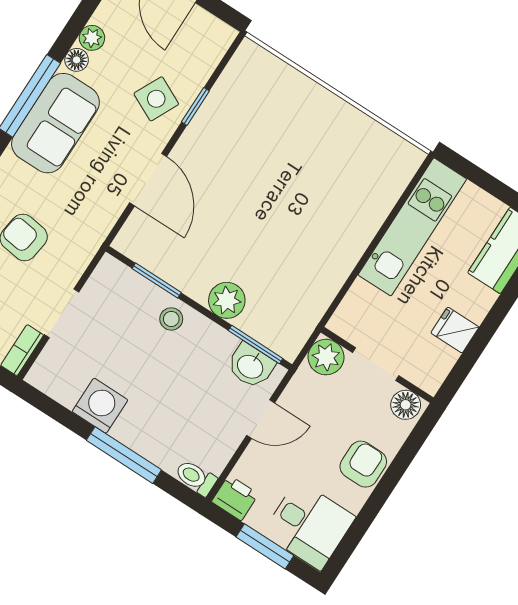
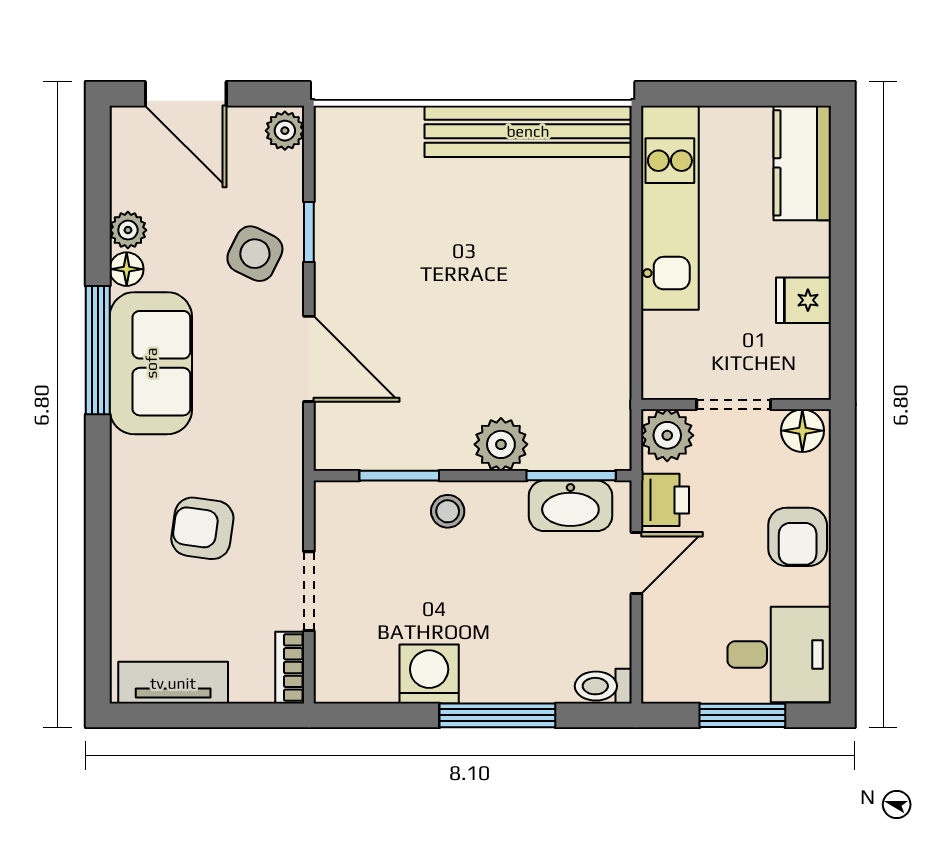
plant: (219, 39) -> (285, 131), added
bench: (359, 130) -> (528, 131), added
washbasin: (251, 366) -> (570, 506), width x1.38
armchair: (363, 464) -> (798, 537), turned 180
printer: (235, 498) -> (665, 500), moved, turned 90

